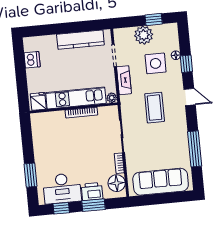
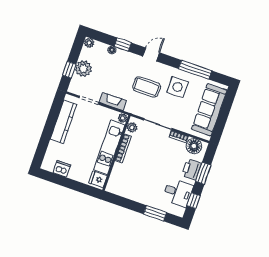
window: (154, 20) -> (69, 70), moved
plant: (172, 29) -> (89, 43), added
side table: (156, 63) -> (178, 87), moved
plant: (107, 112) -> (132, 127), added
desk: (62, 188) -> (178, 193), width x0.73

